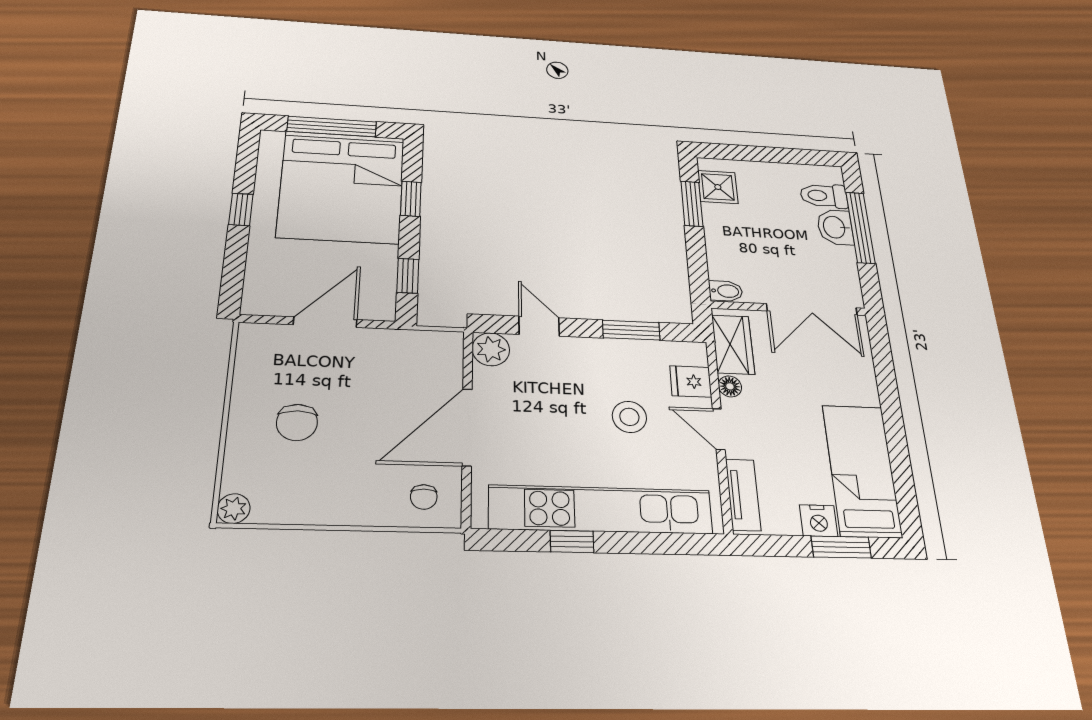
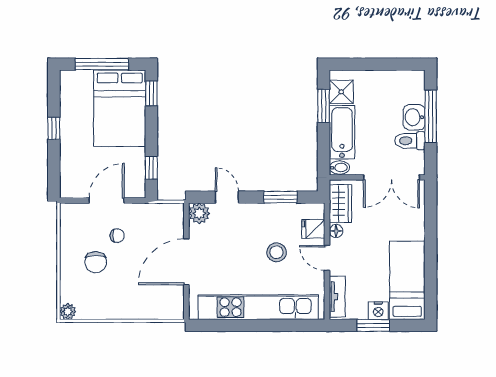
bed: (342, 187) -> (120, 108), width x0.73
toilet: (824, 196) -> (410, 141), moved
window: (411, 199) -> (151, 93), moved
bathtub: (725, 241) -> (342, 132), added
chair: (424, 497) -> (117, 236), moved, turned -90
window: (572, 542) -> (242, 325), removed
window: (841, 547) -> (373, 325), moved

